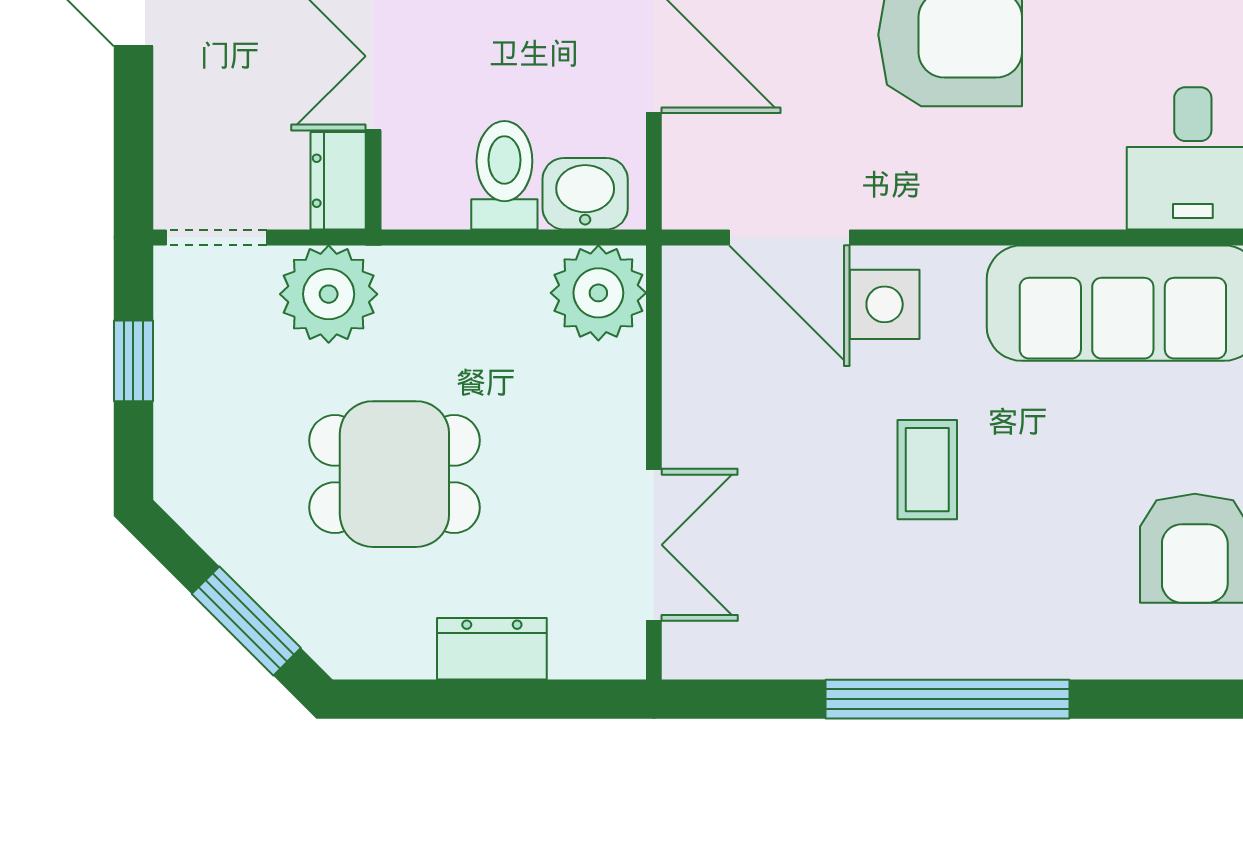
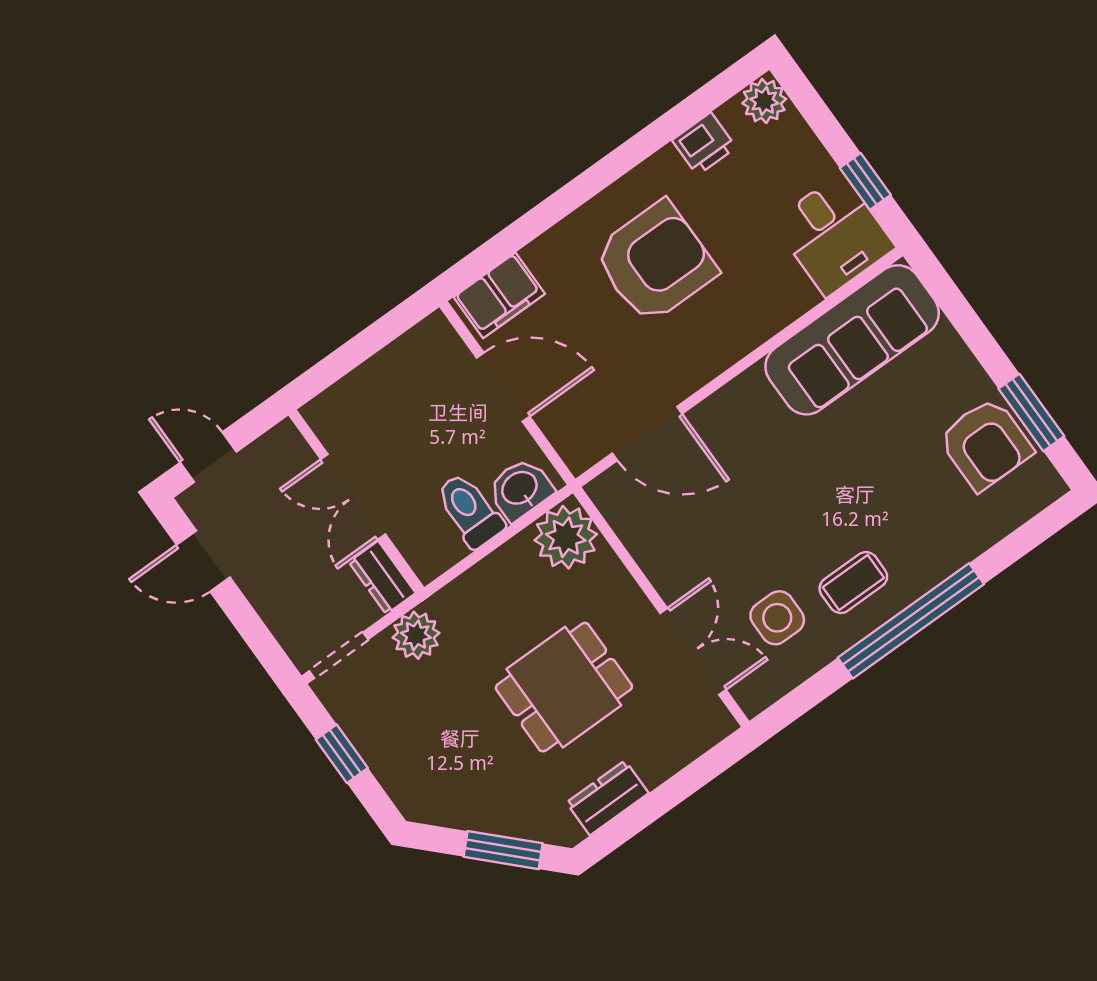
plant: (329, 294) -> (416, 635), width x0.73, depth x0.73
side table: (885, 304) -> (777, 618), moved
coffee table: (927, 470) -> (853, 583), moved, turned 90
dining table: (394, 474) -> (564, 687), moved
dresser: (492, 649) -> (607, 798), moved

